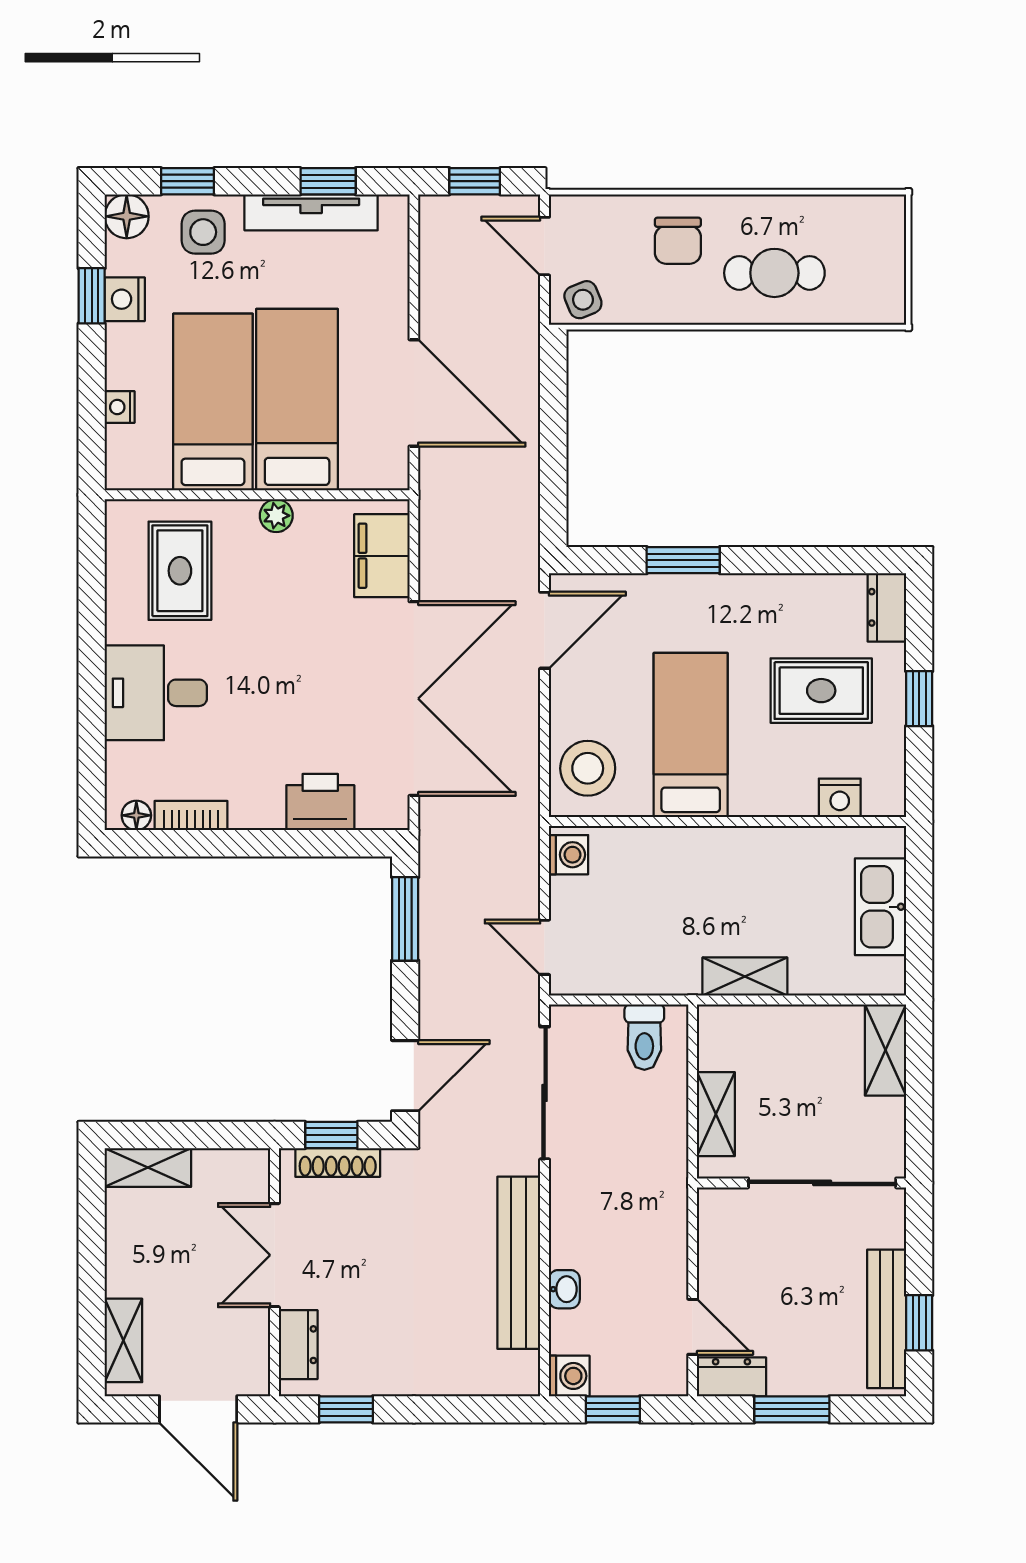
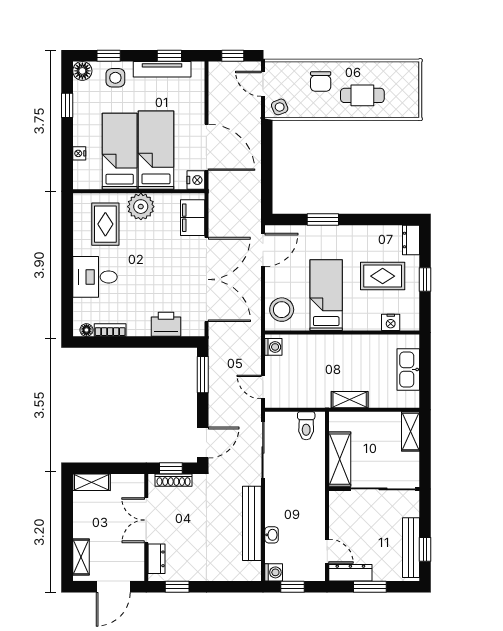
nightstand: (125, 299) -> (196, 180), moved, turned 180
plant: (276, 516) -> (141, 207), width x1.87, depth x1.87
shelving: (716, 1114) -> (340, 459), width x1.50, depth x1.33
dresser: (731, 1377) -> (350, 573), width x1.44
door: (198, 1409) -> (113, 587), hinge flipped

